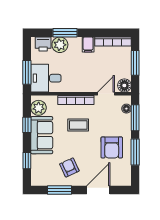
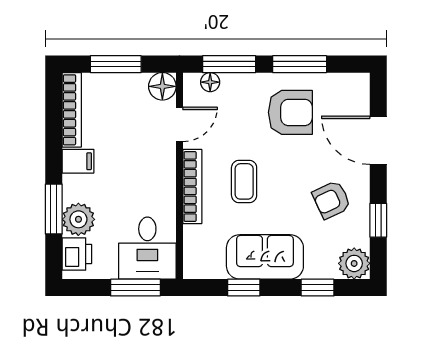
door: (106, 94) -> (180, 124), swing flipped
plant: (39, 108) -> (354, 263), moved
window: (59, 190) -> (378, 220), width x0.67

